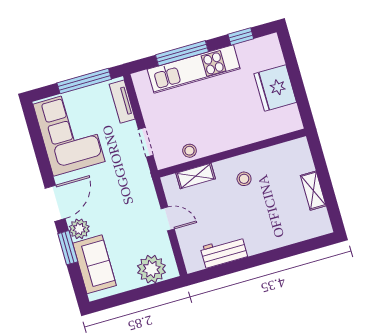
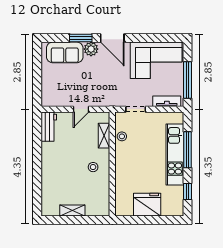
workbench: (224, 252) -> (49, 127), moved
plant: (151, 269) -> (51, 89), removed

